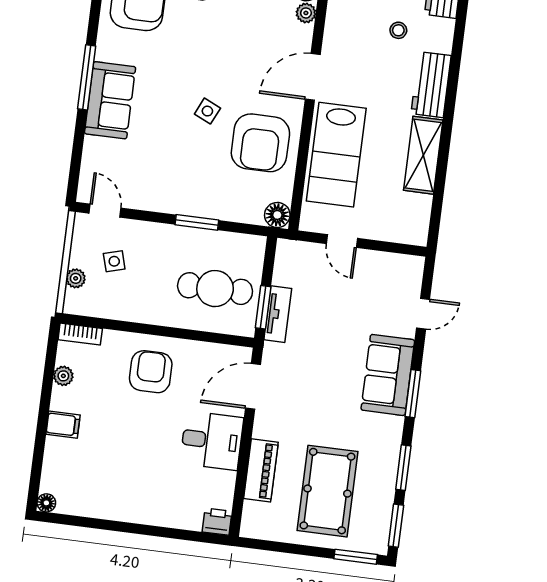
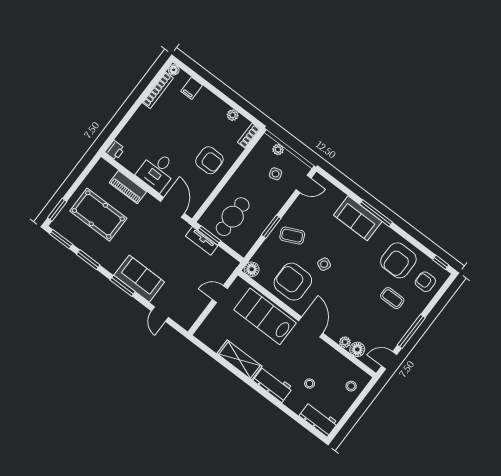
coffee table: (192, 183) -> (292, 236), added
filing cabinet: (63, 425) -> (192, 88), moved
bookcase: (90, 509) -> (158, 90), added

